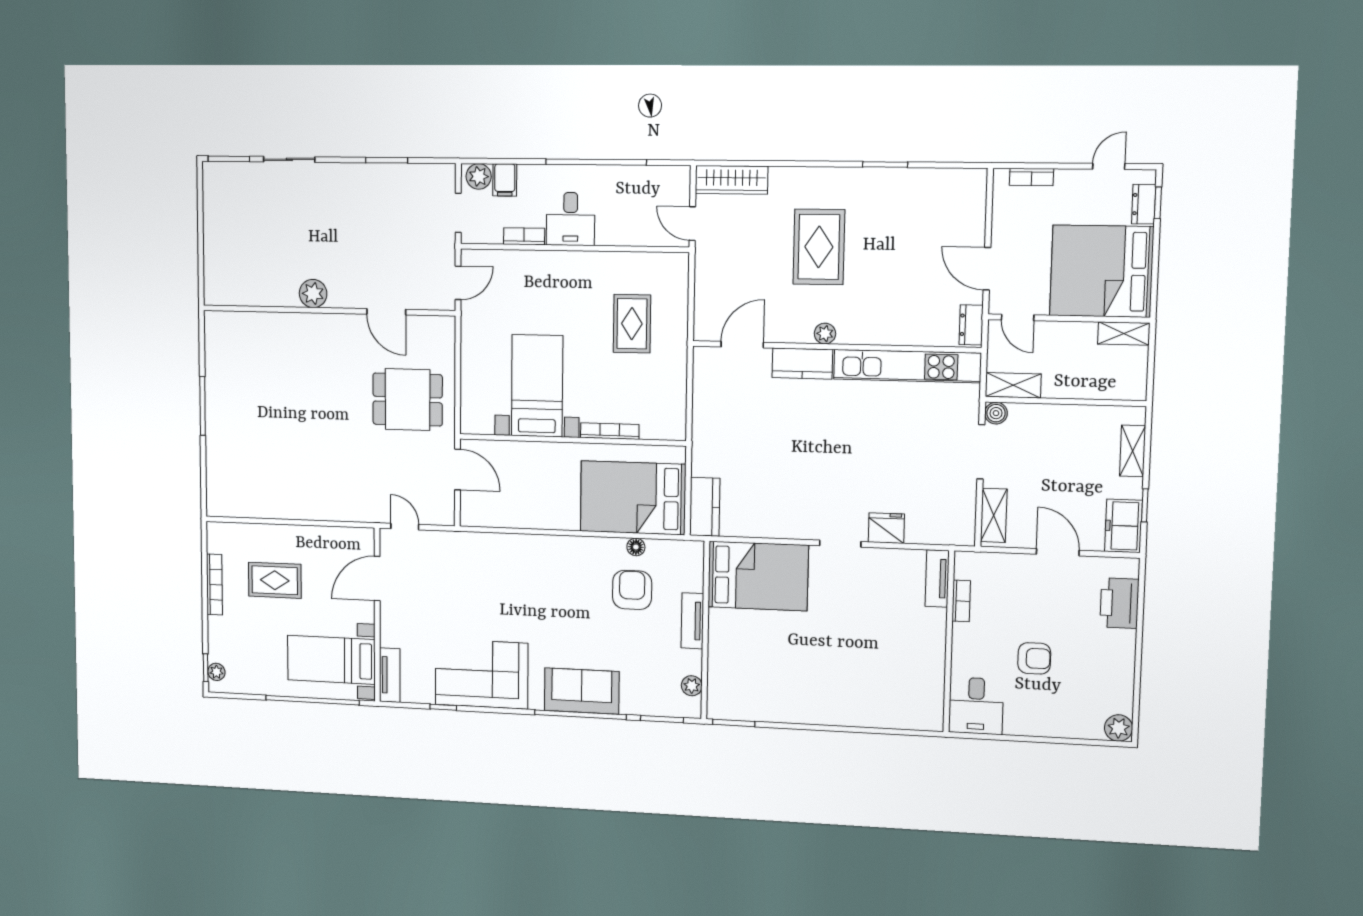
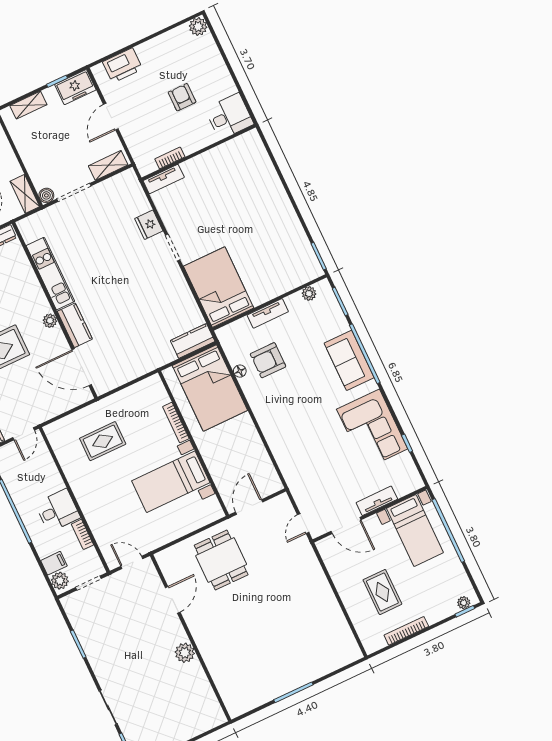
door: (742, 345) -> (82, 367), width x1.36
kitchen unit: (907, 366) -> (50, 274), width x0.73
tv unit: (390, 675) -> (377, 501), moved

